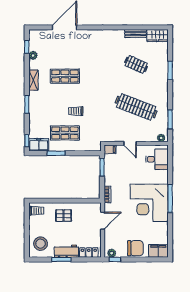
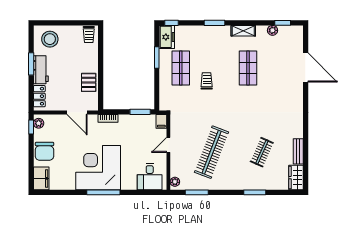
pallet: (64, 216) -> (89, 82), moved

